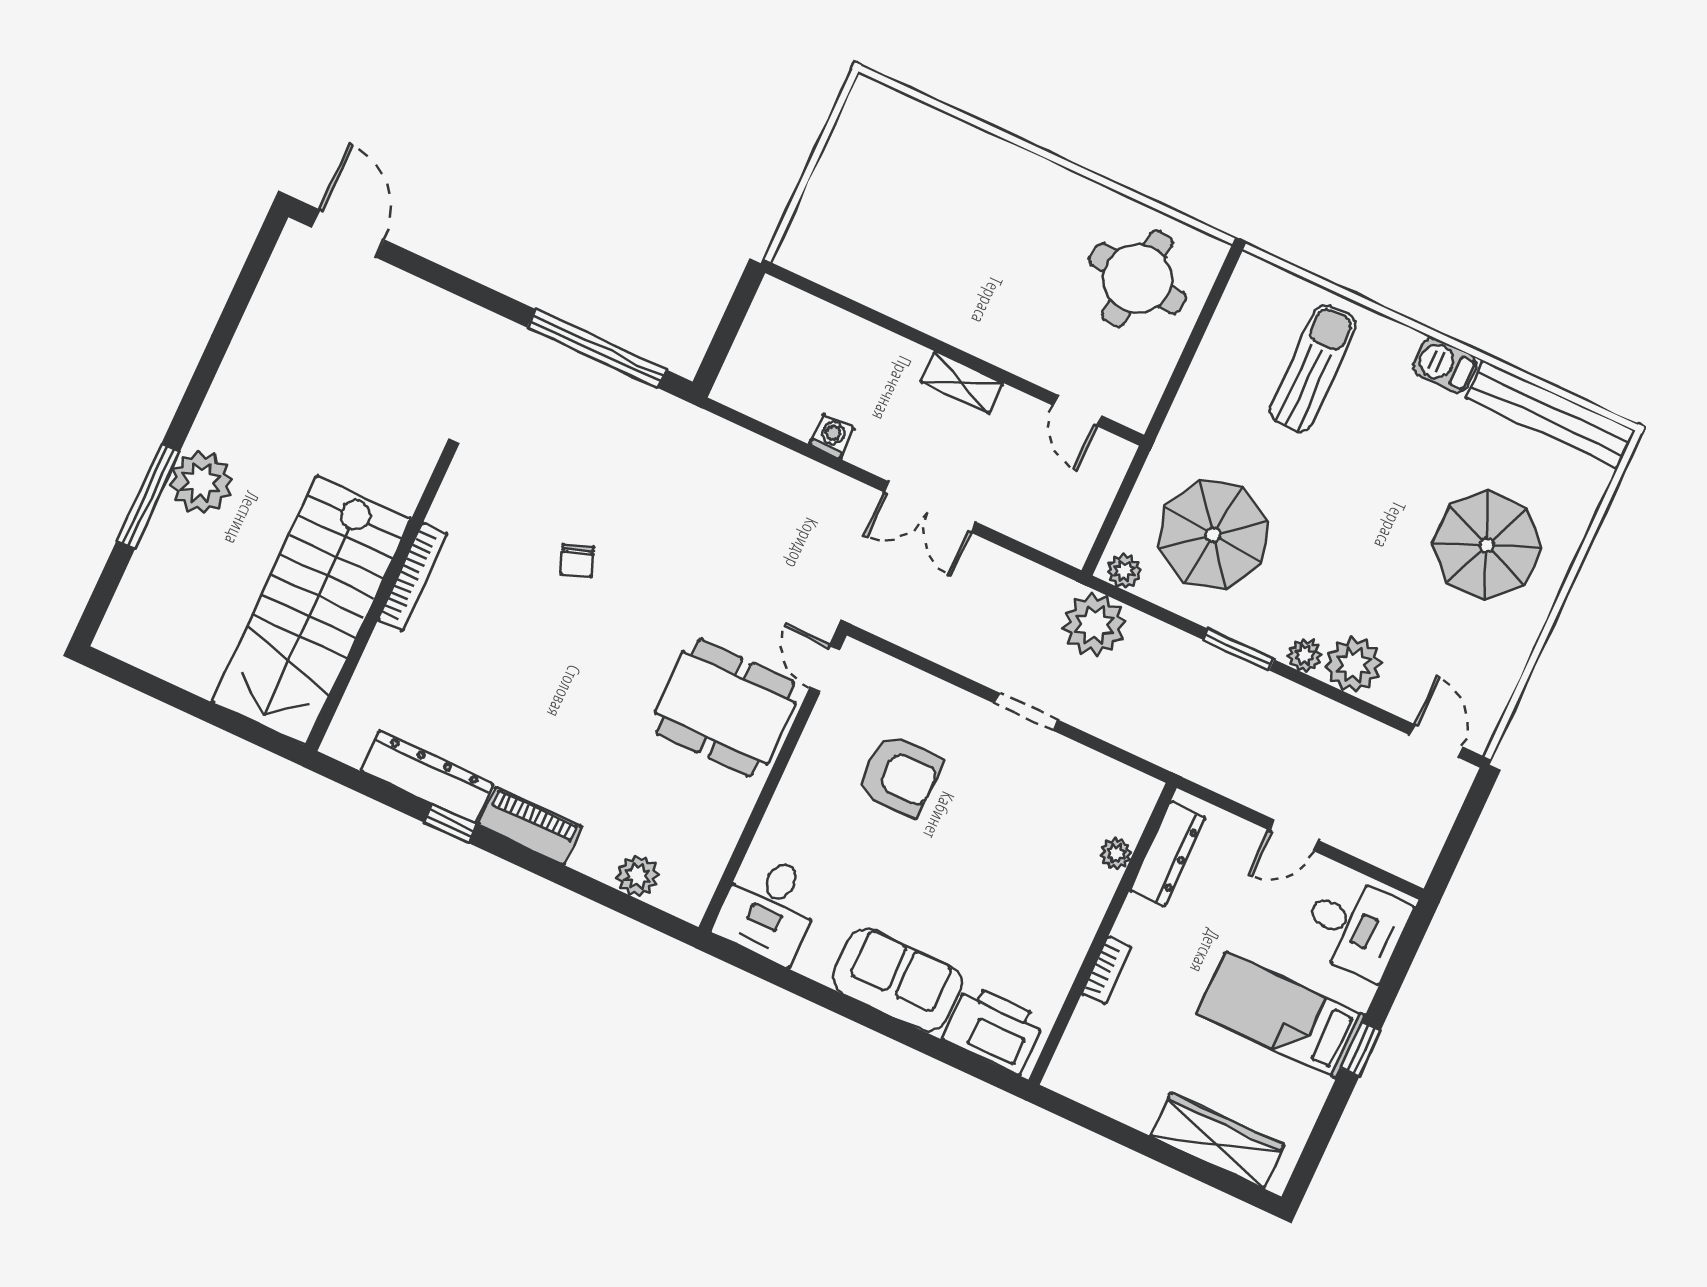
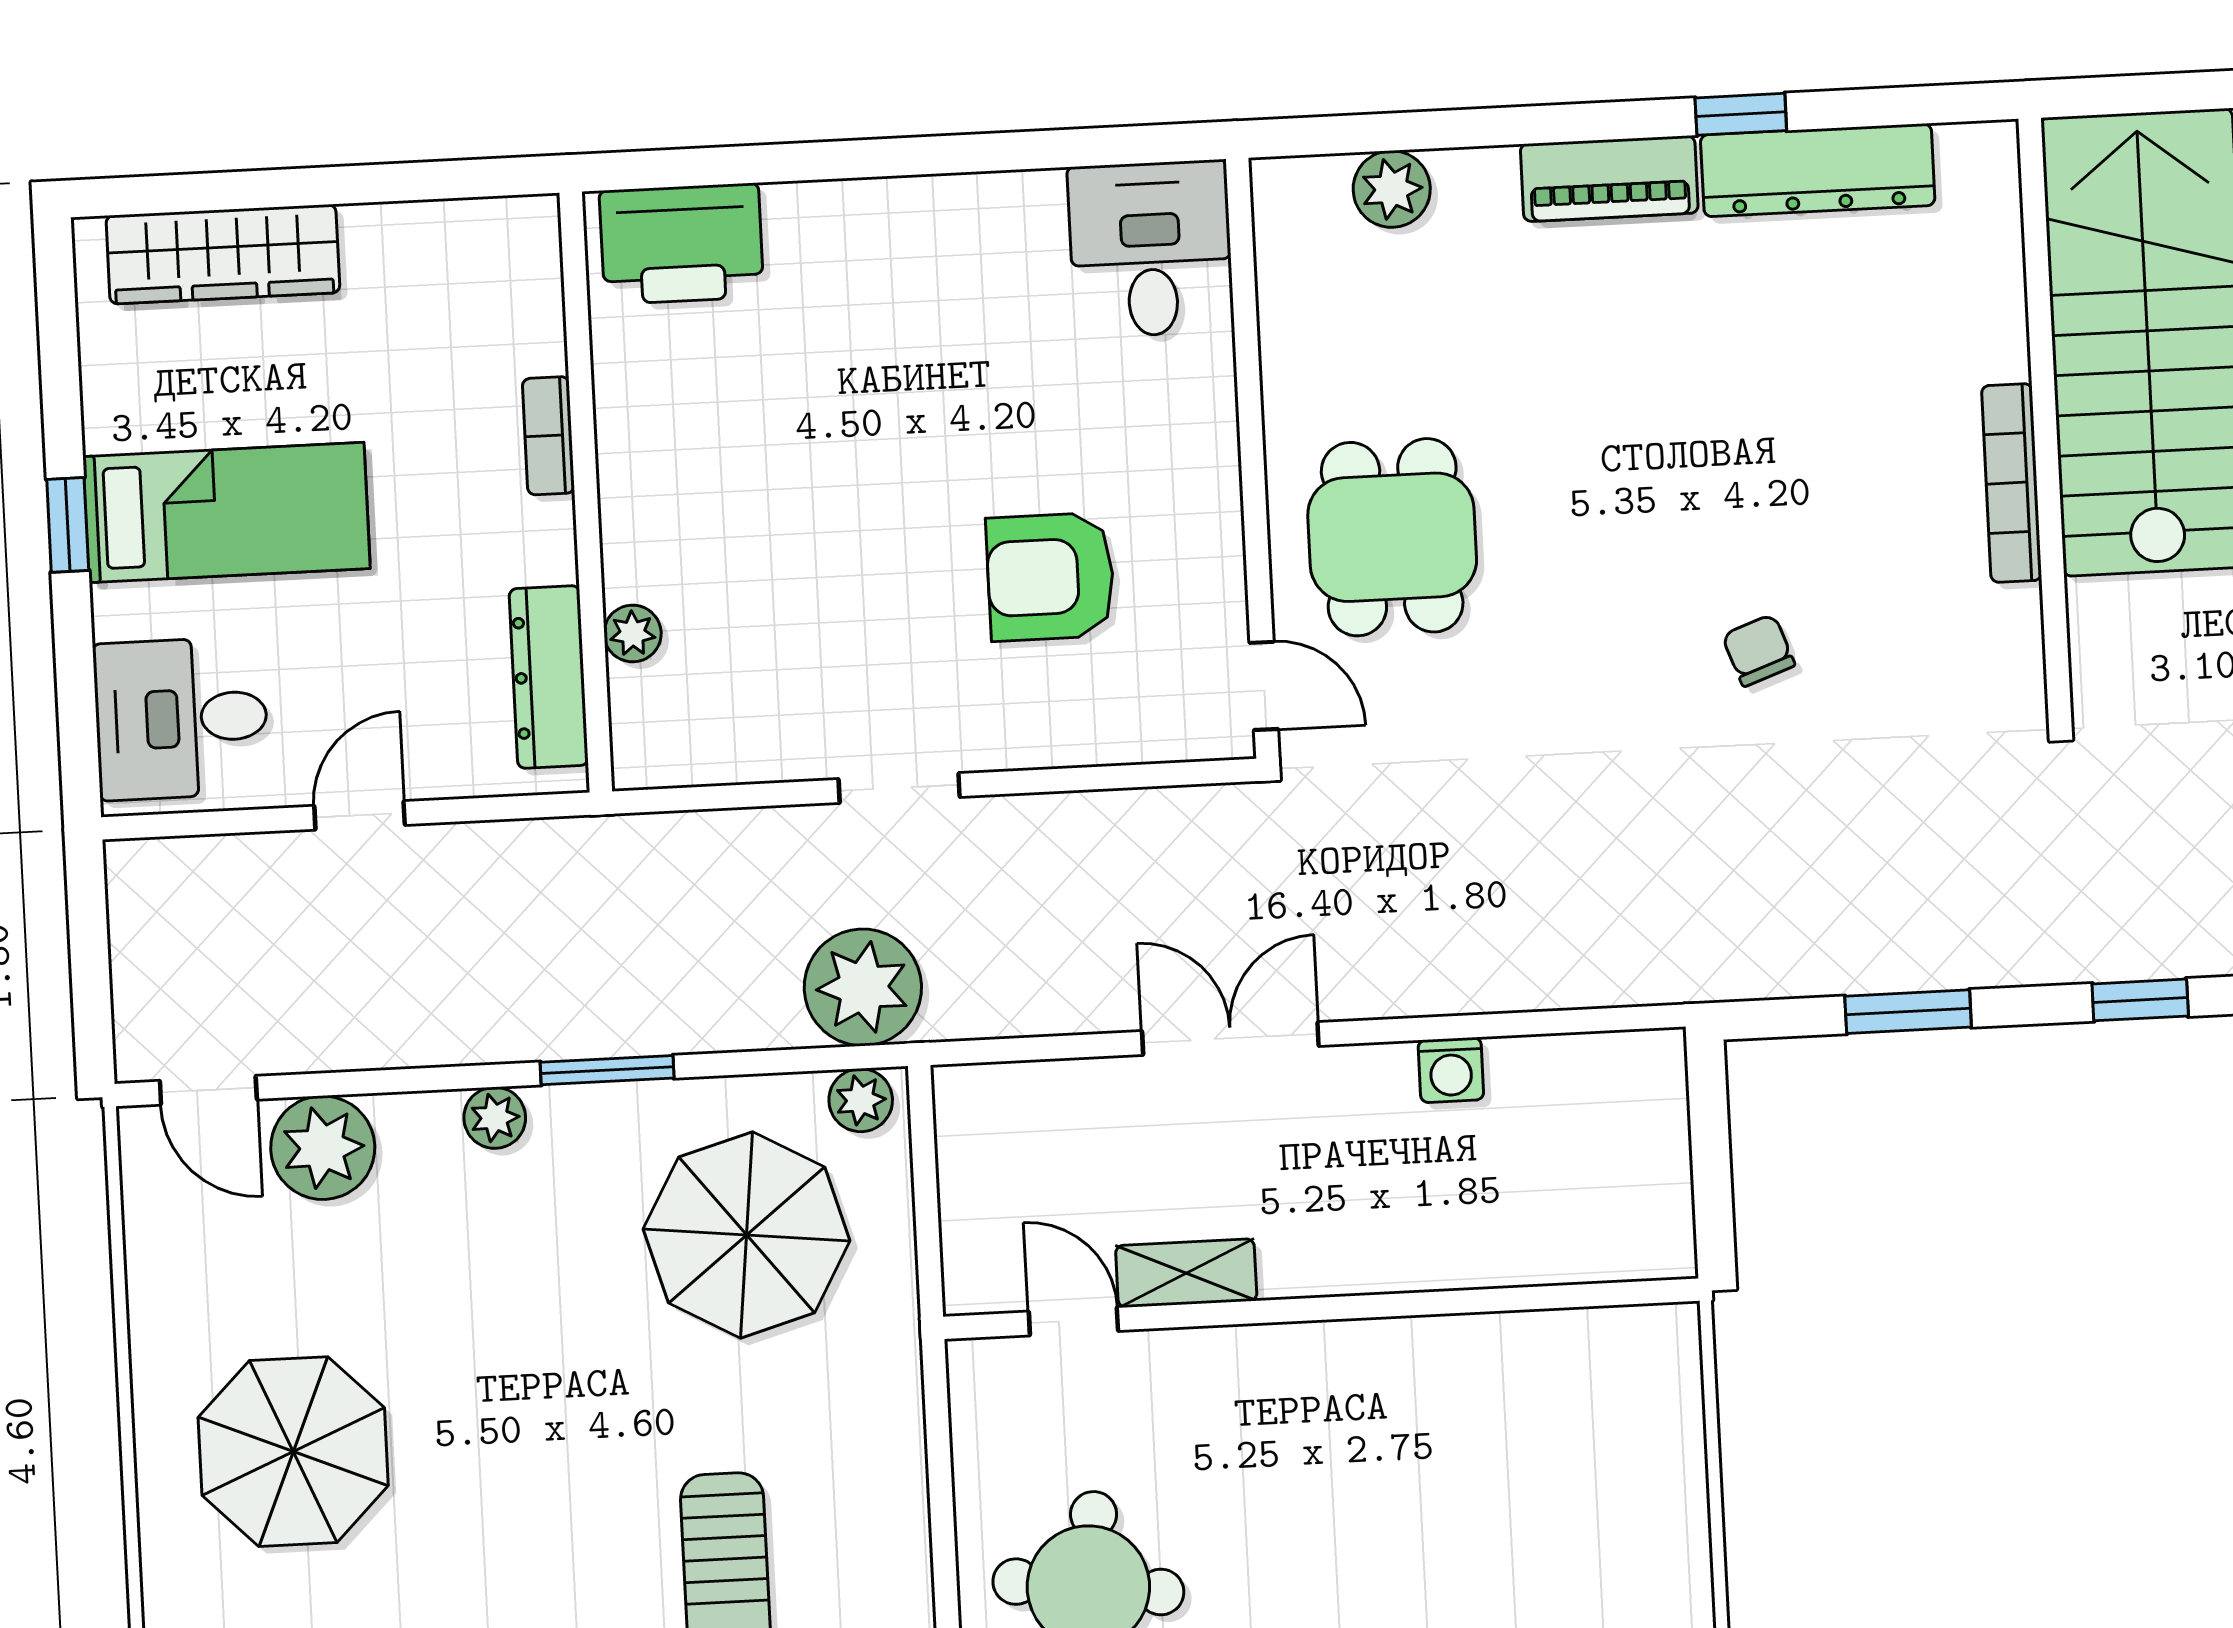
window: (482, 295) -> (2140, 1000), added
window: (597, 348) -> (1908, 1012), width x0.47
shelving: (962, 382) -> (1186, 1273), moved
plant: (1354, 665) -> (323, 1148), moved
dining table: (725, 708) -> (1392, 537), width x0.73
sofa: (897, 980) -> (881, 242), removed

